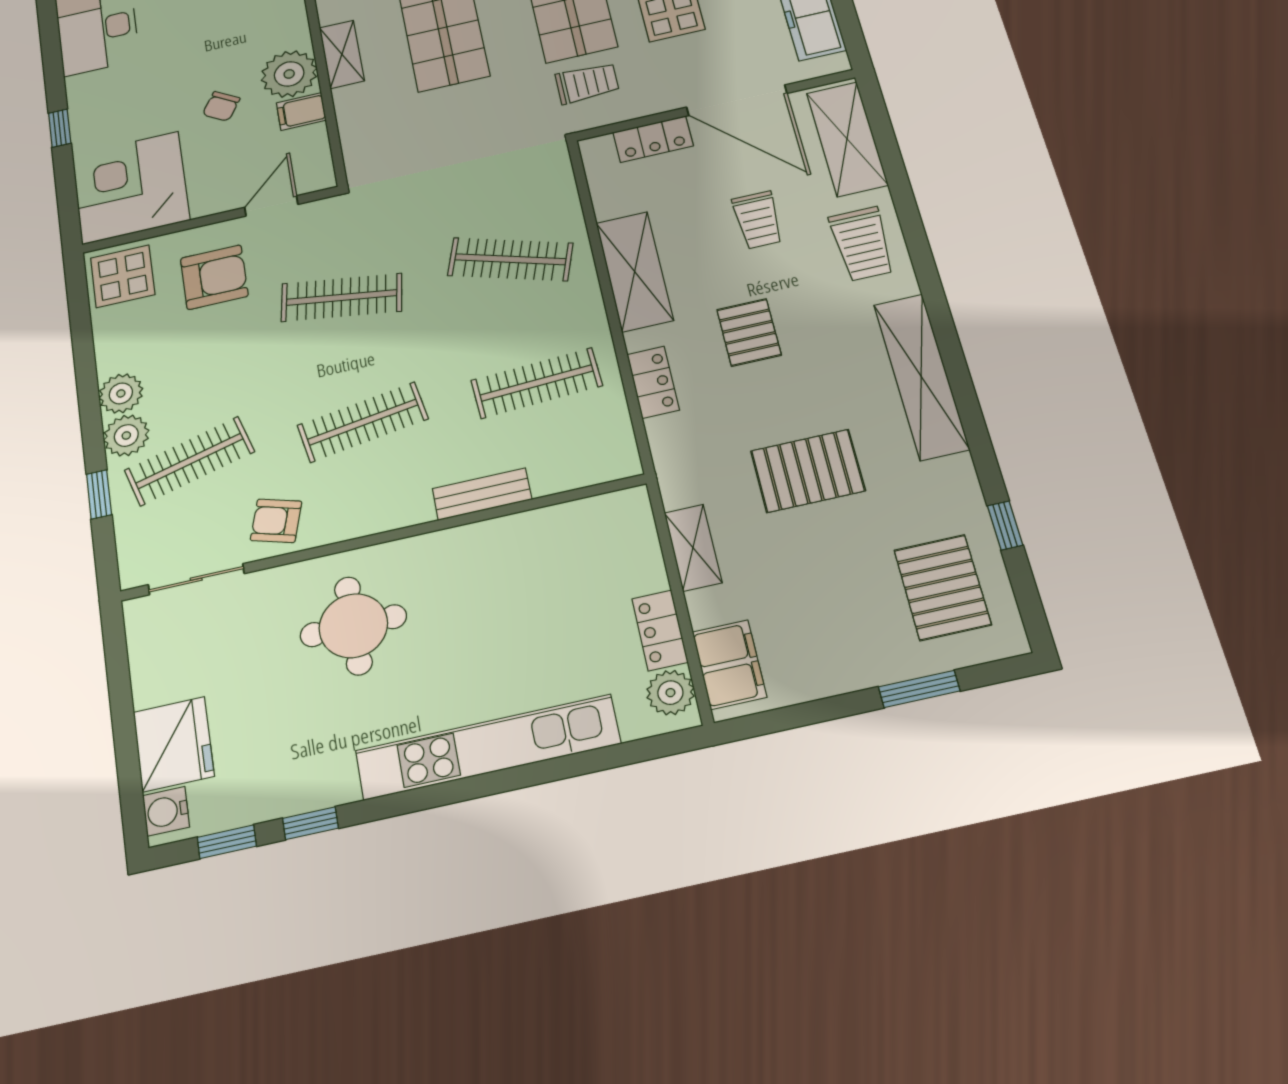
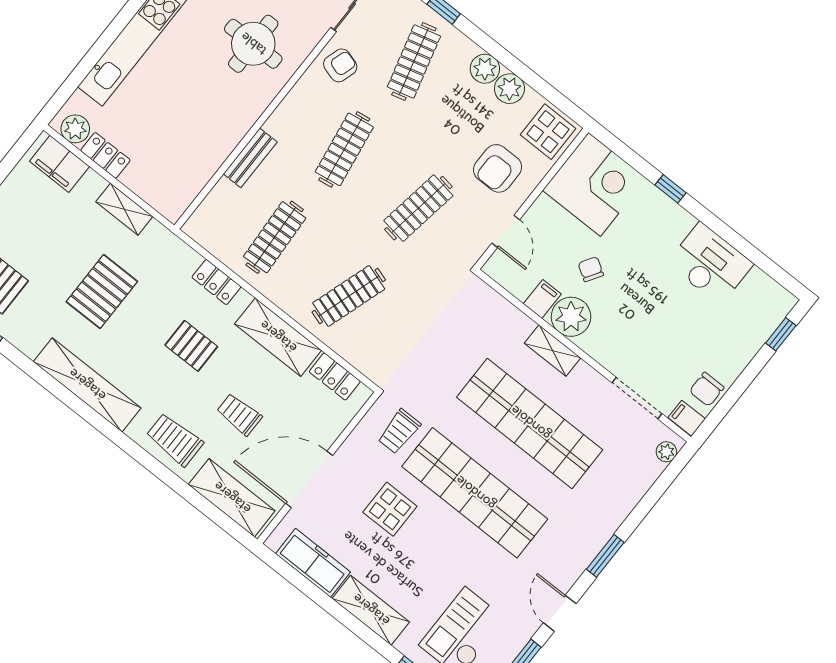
locker: (653, 139) -> (335, 377), moved, turned -90
plant: (126, 435) -> (509, 89), moved

